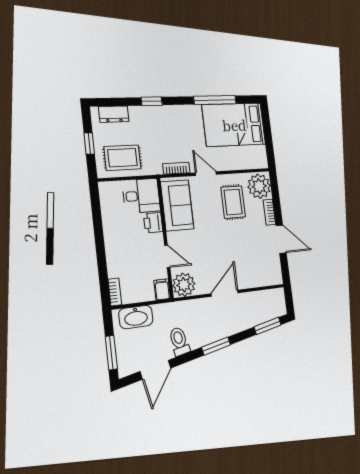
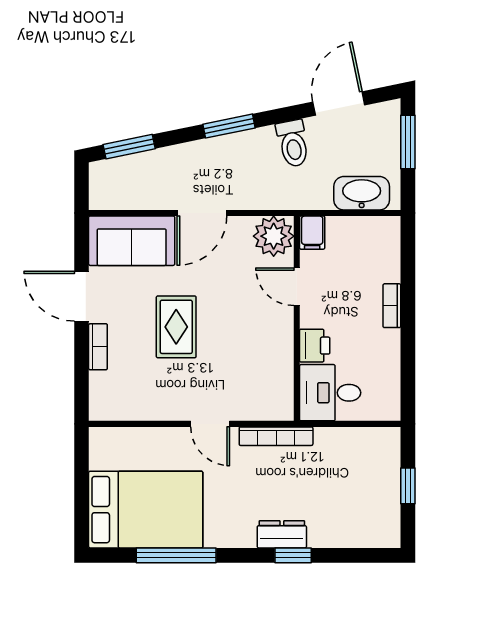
dresser: (114, 114) -> (282, 534), moved
rug: (122, 158) -> (355, 459), removed
bookcase: (176, 168) -> (276, 436), width x1.56
plant: (259, 186) -> (112, 395), removed
rug: (233, 202) -> (176, 327), moved
sofa: (177, 205) -> (132, 241), moved, turned -90
bookcase: (115, 292) -> (392, 306), moved

